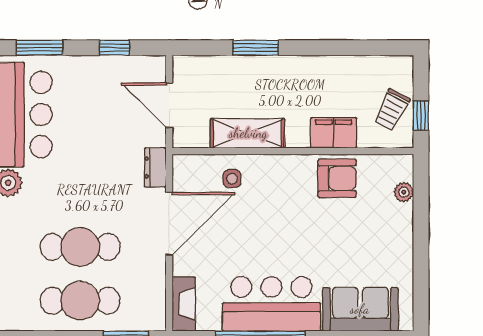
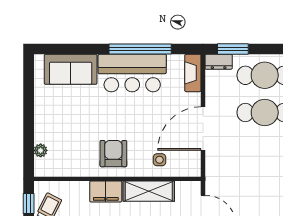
filing cabinet: (334, 133) -> (106, 192), moved
dresser: (155, 168) -> (219, 62), moved, turned 90
armchair: (337, 178) -> (113, 154), moved, turned 90

